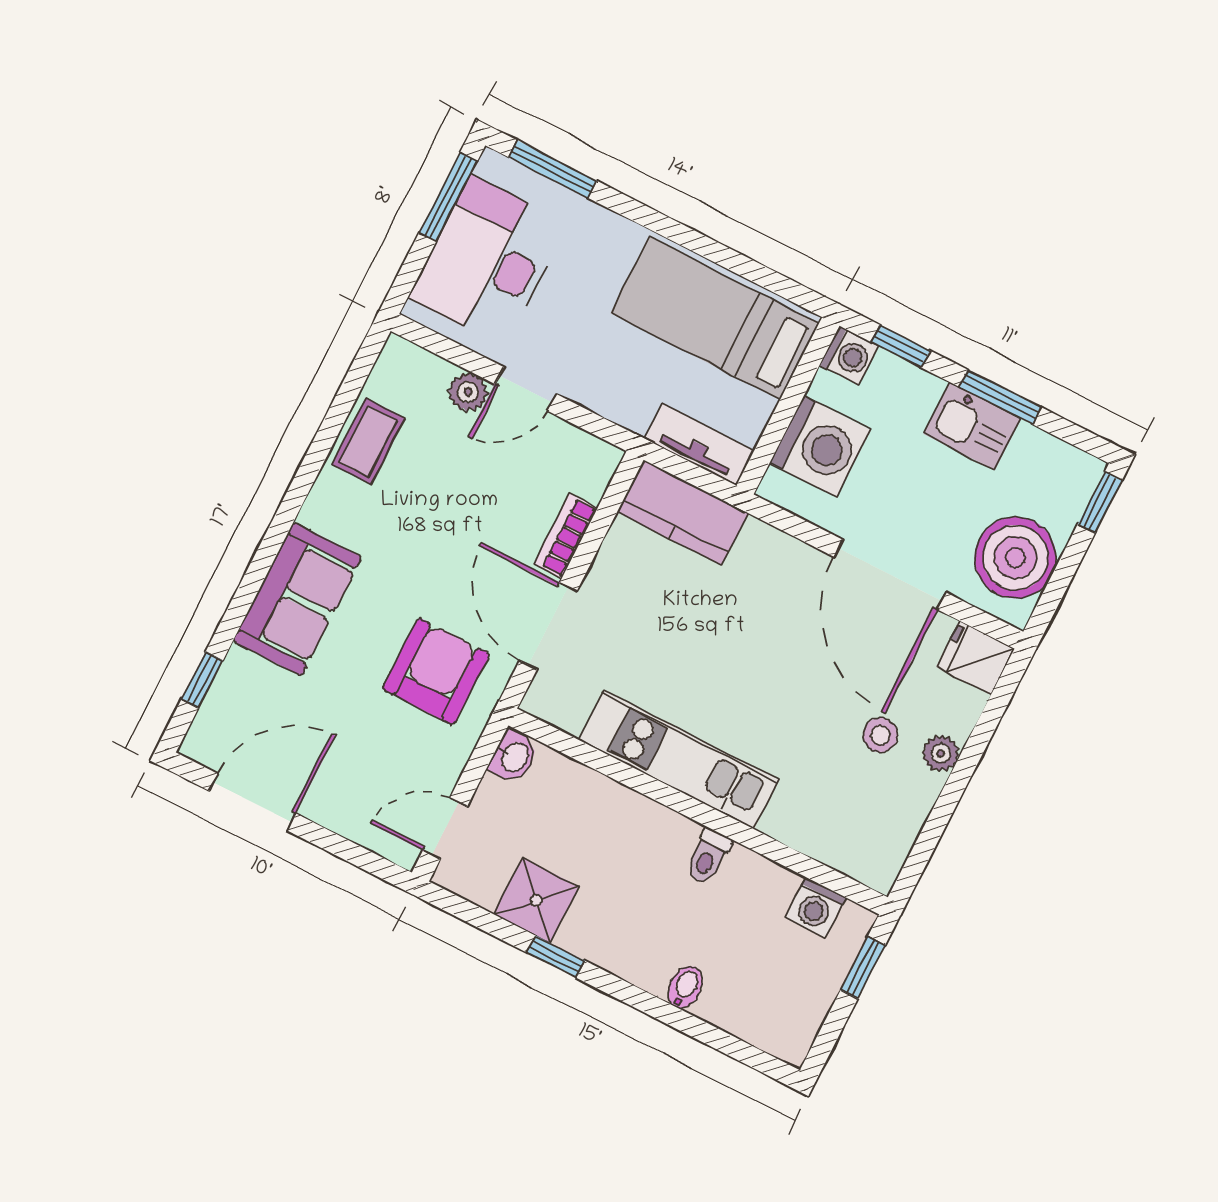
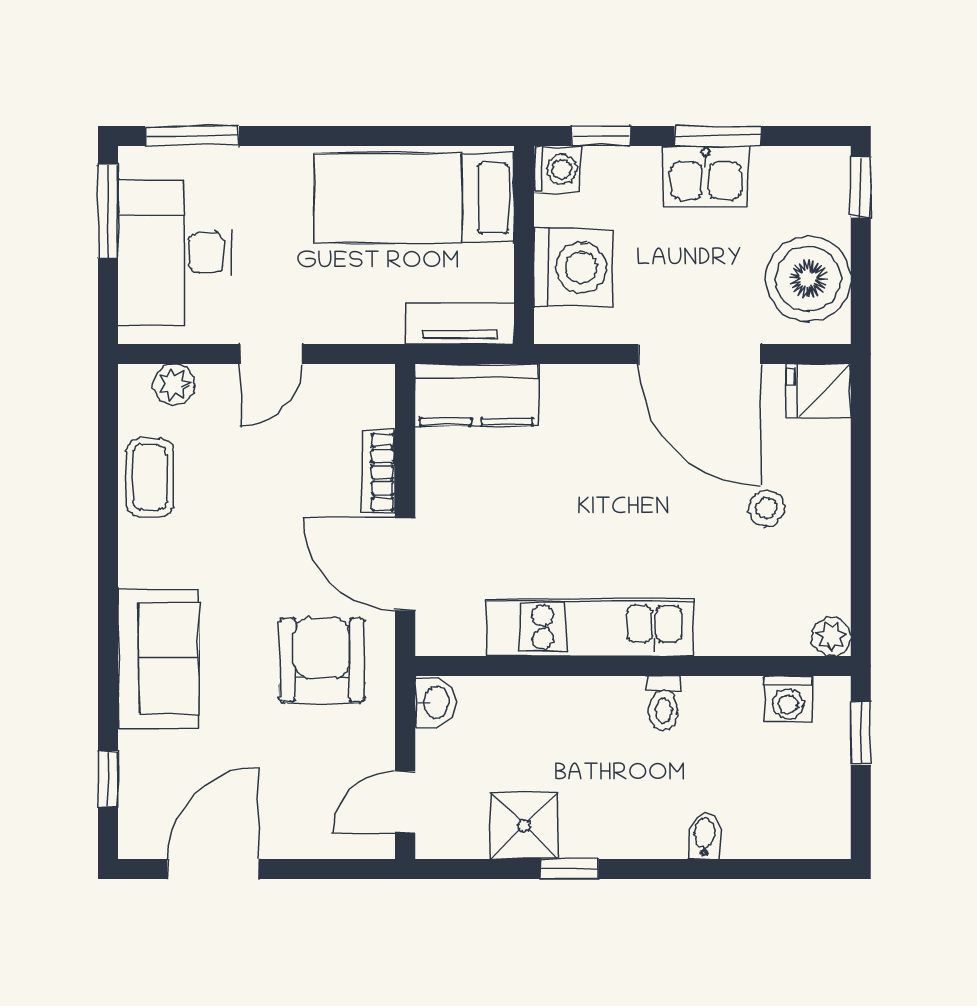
plant: (468, 392) -> (174, 384), moved
plant: (941, 753) -> (832, 637), moved

